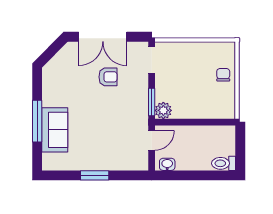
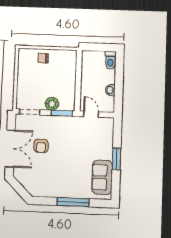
armchair: (108, 77) -> (41, 146), turned 180
plant: (163, 110) -> (52, 104), moved
sofa: (55, 130) -> (102, 177), moved, turned -90
washbasin: (167, 164) -> (110, 90), moved

